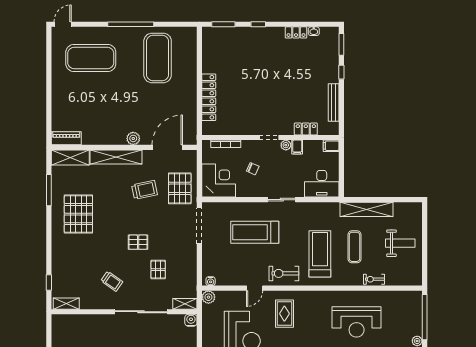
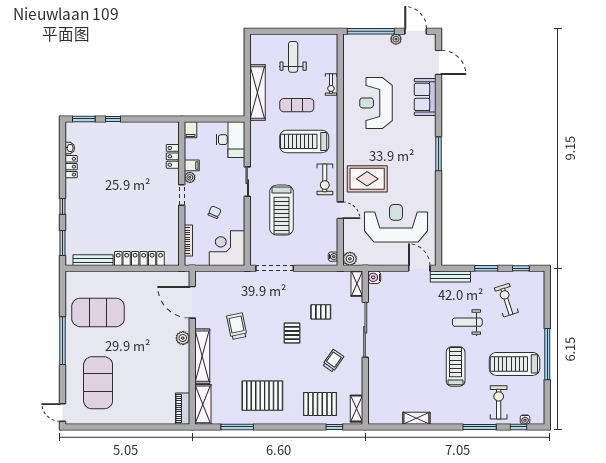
bench: (334, 102) -> (93, 260), moved
pallet: (180, 188) -> (320, 404), moved
rug: (284, 314) -> (367, 179), width x1.36, depth x1.43
reception desk: (357, 322) -> (376, 103), turned 180

